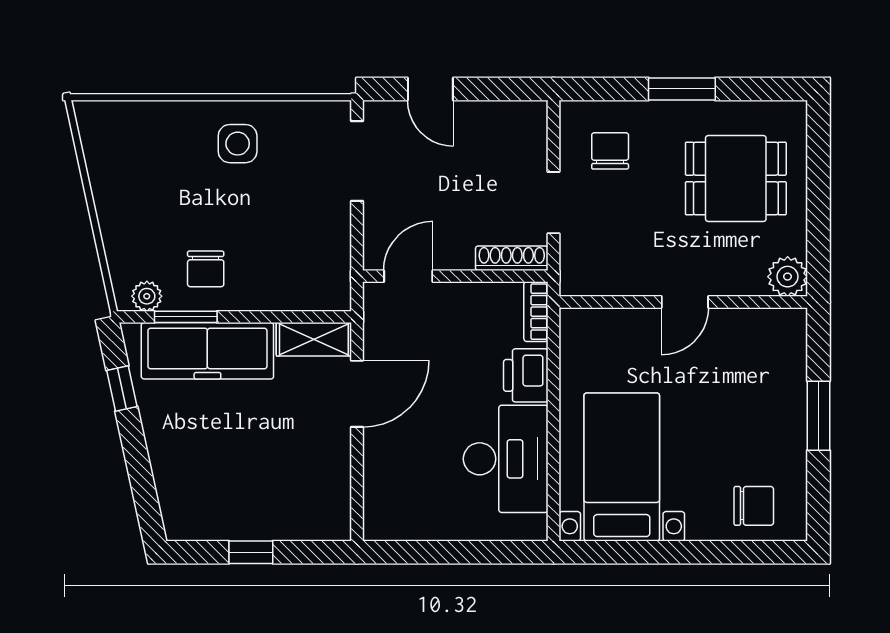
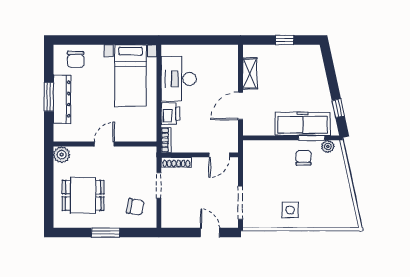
chair: (610, 151) -> (135, 207), turned -80
shelving: (314, 339) -> (250, 74), moved, turned 90
dresser: (787, 410) -> (62, 99), added
chair: (754, 506) -> (76, 59), turned -90

